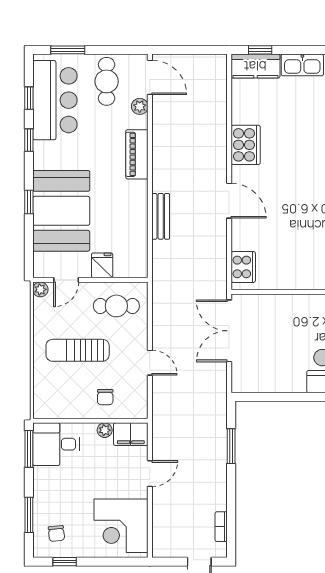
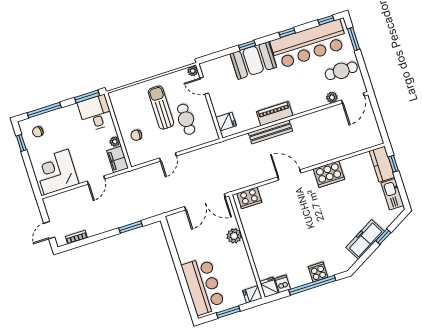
window: (29, 98) -> (326, 20), moved
bar counter: (55, 100) -> (309, 44), width x1.36
piano: (137, 154) -> (275, 114), moved
door: (229, 201) -> (289, 175), swing flipped
booth: (61, 211) -> (253, 60), width x0.73, depth x0.70
bench: (161, 216) -> (270, 132), width x1.36
fridge: (102, 265) -> (226, 122), moved
plant: (290, 305) -> (234, 236), added
cafe table: (116, 306) -> (186, 119), moved
double door: (229, 331) -> (205, 202), swing flipped
door: (150, 474) -> (96, 180), hinge flipped
window: (29, 515) -> (44, 110), width x1.44

